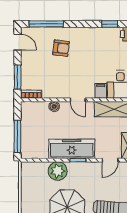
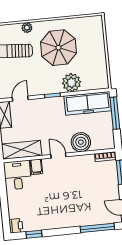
armchair: (61, 48) -> (80, 205), removed
boiler: (54, 106) -> (81, 142), width x1.86, depth x1.86
freezer: (72, 149) -> (88, 103), moved

